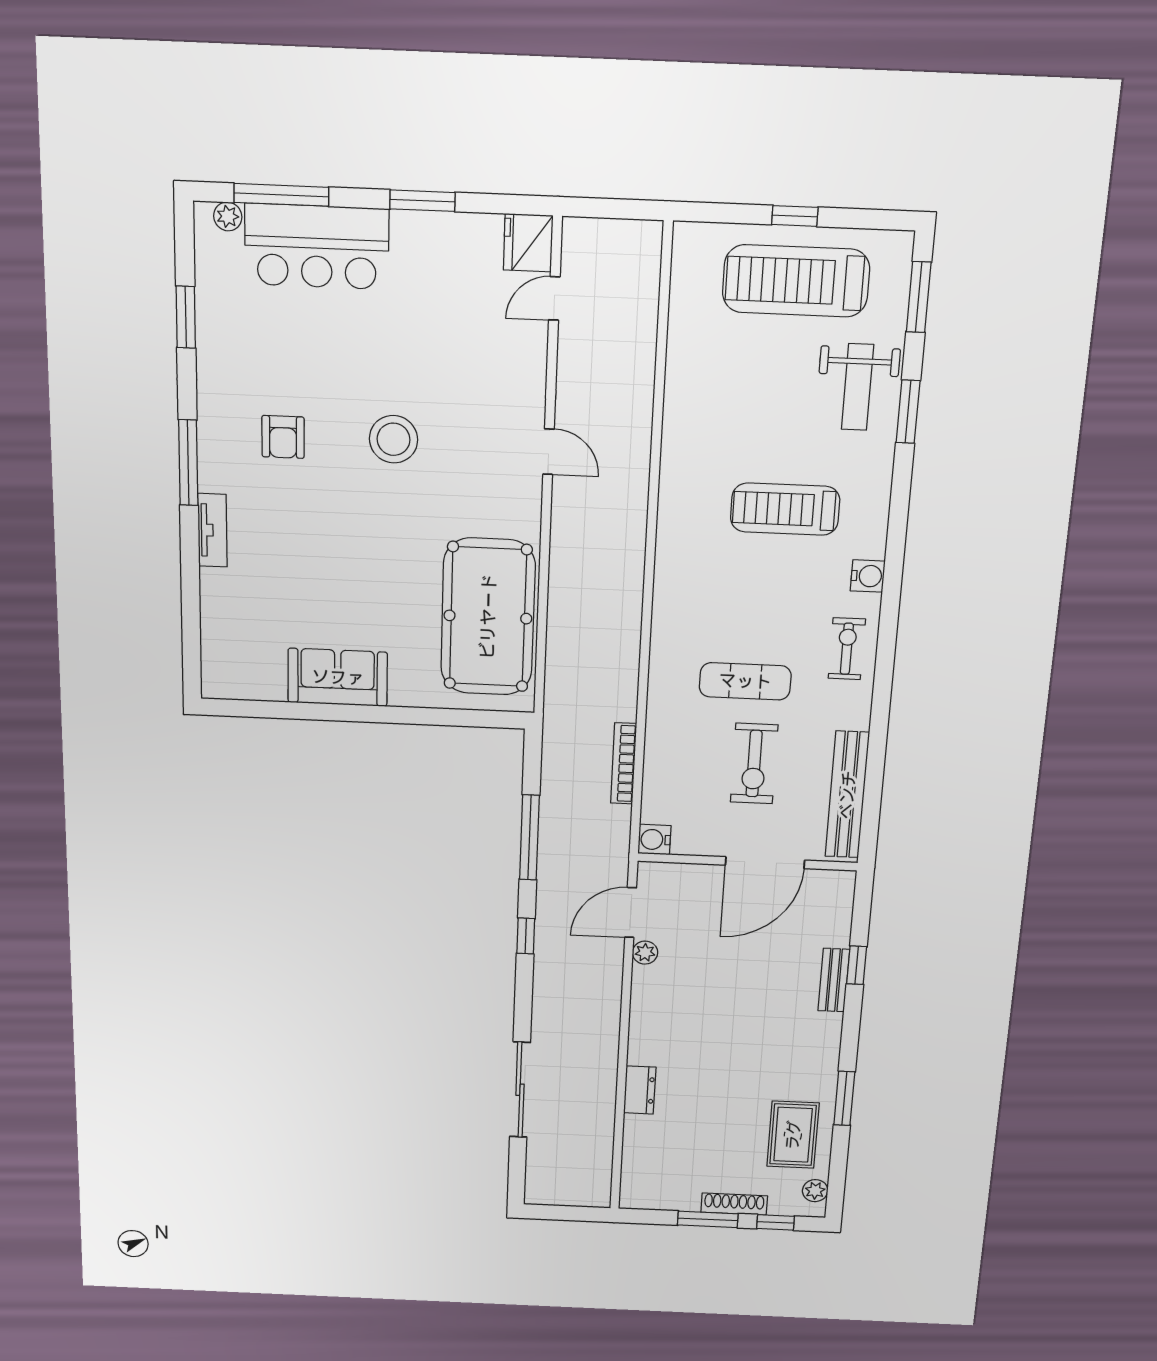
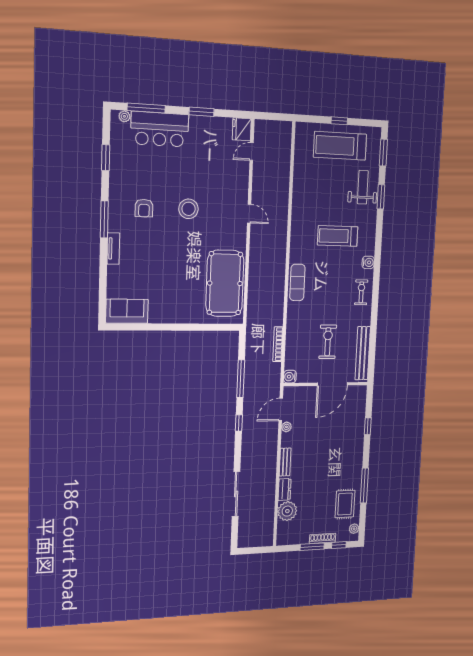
weight bench: (858, 387) -> (363, 187), turned 180
sofa: (338, 677) -> (127, 311), moved
exercise mat: (745, 681) -> (297, 282), moved, turned 90
exercise bike: (754, 764) -> (328, 342), turned 180
bench: (834, 980) -> (285, 462), moved
window: (844, 1098) -> (364, 486), width x1.44
plant: (646, 1137) -> (287, 511), added

